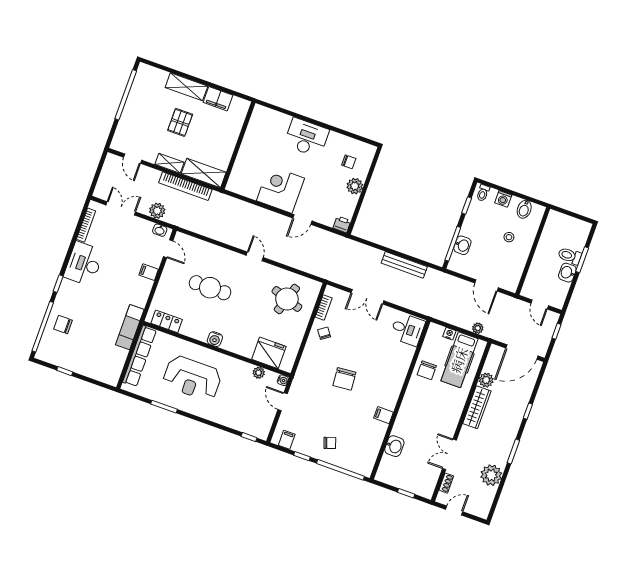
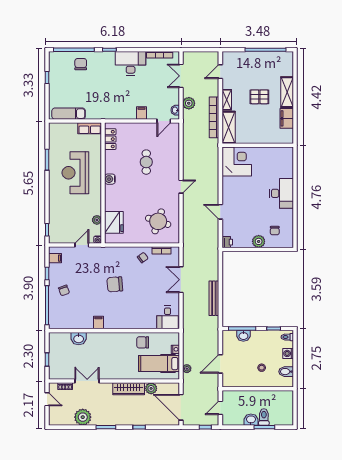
corner desk: (281, 189) -> (237, 162), moved
double door: (121, 208) -> (181, 76), swing flipped
cafe table: (210, 288) -> (146, 162), width x0.73, depth x0.74
exam couch: (130, 327) -> (69, 114), moved
row of seats: (140, 356) -> (90, 128), width x0.50

